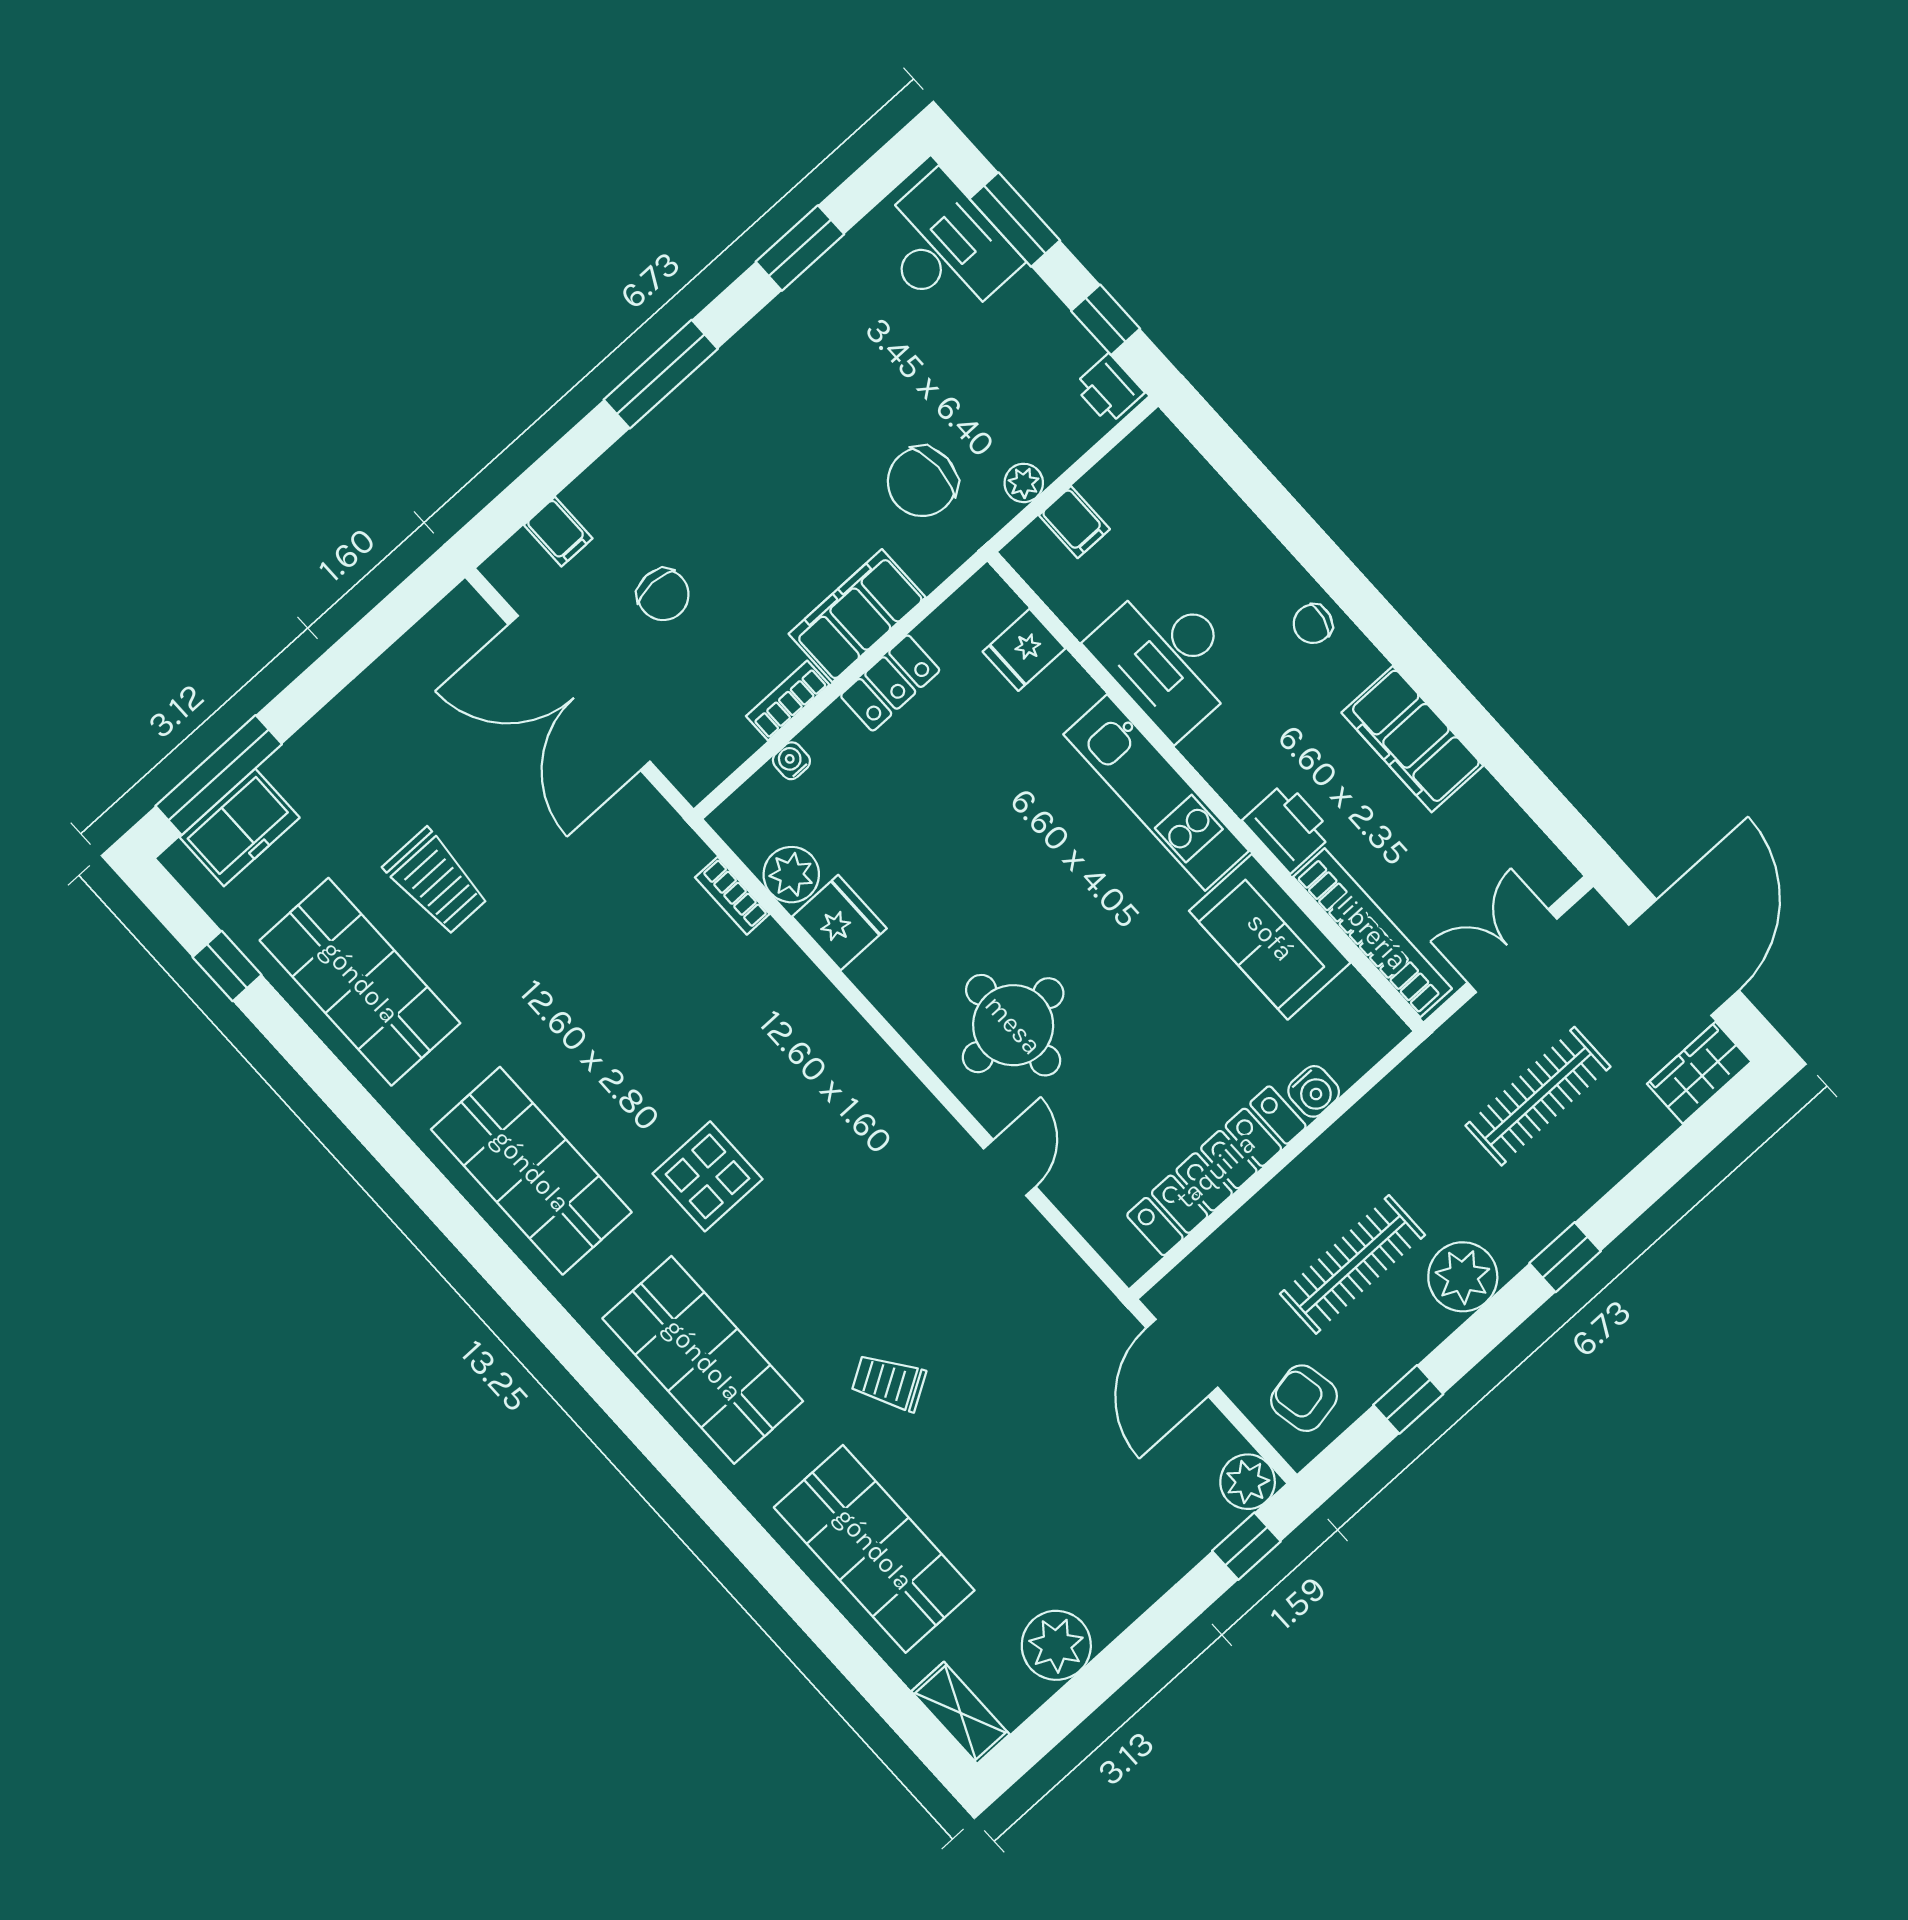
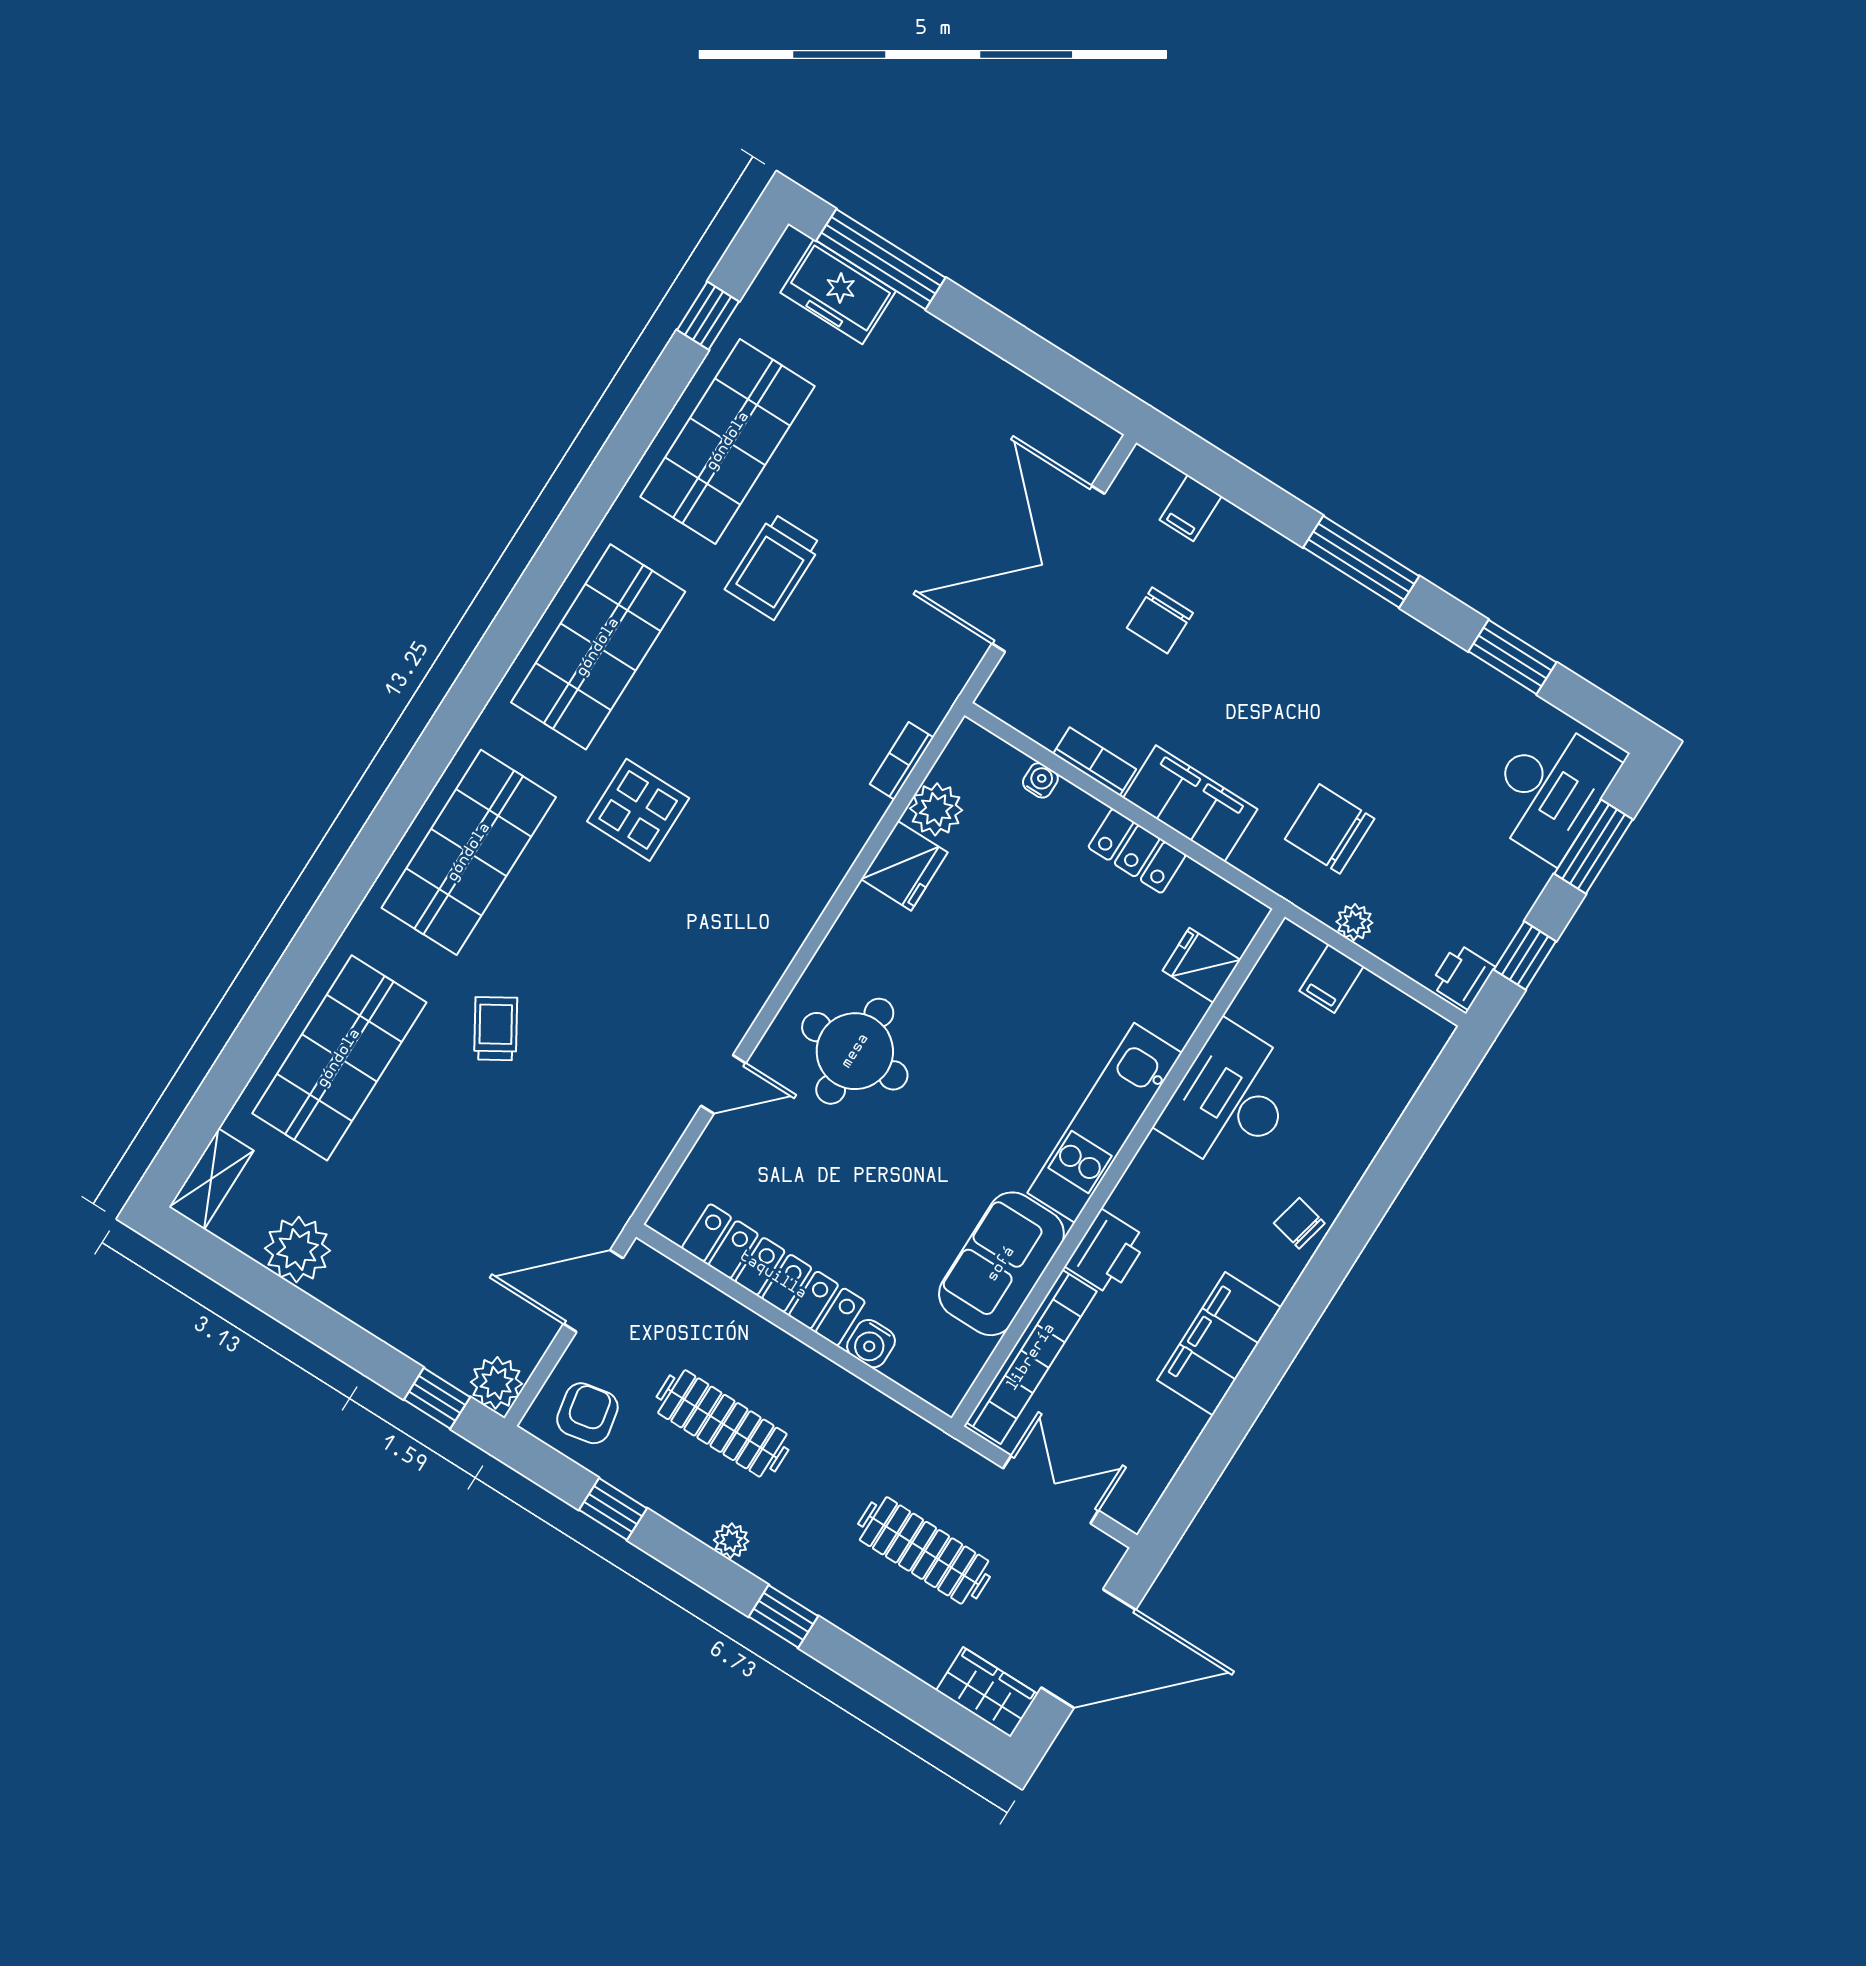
trolley: (436, 882) -> (773, 567), moved
plant: (1463, 1277) -> (731, 1541), width x0.53, depth x0.53

